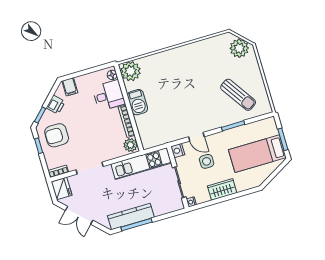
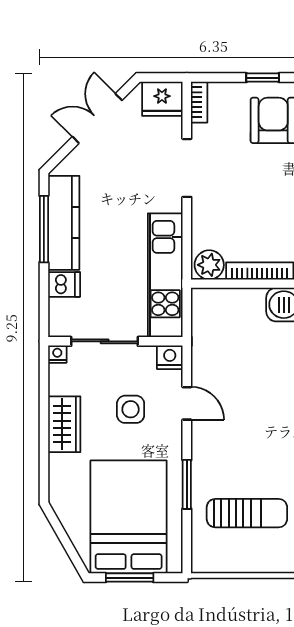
sun lounger: (238, 95) -> (247, 513), turned -146
door: (196, 137) -> (187, 403), swing flipped
bed: (257, 154) -> (129, 517), width x1.50
dishwasher: (159, 208) -> (64, 284), added

